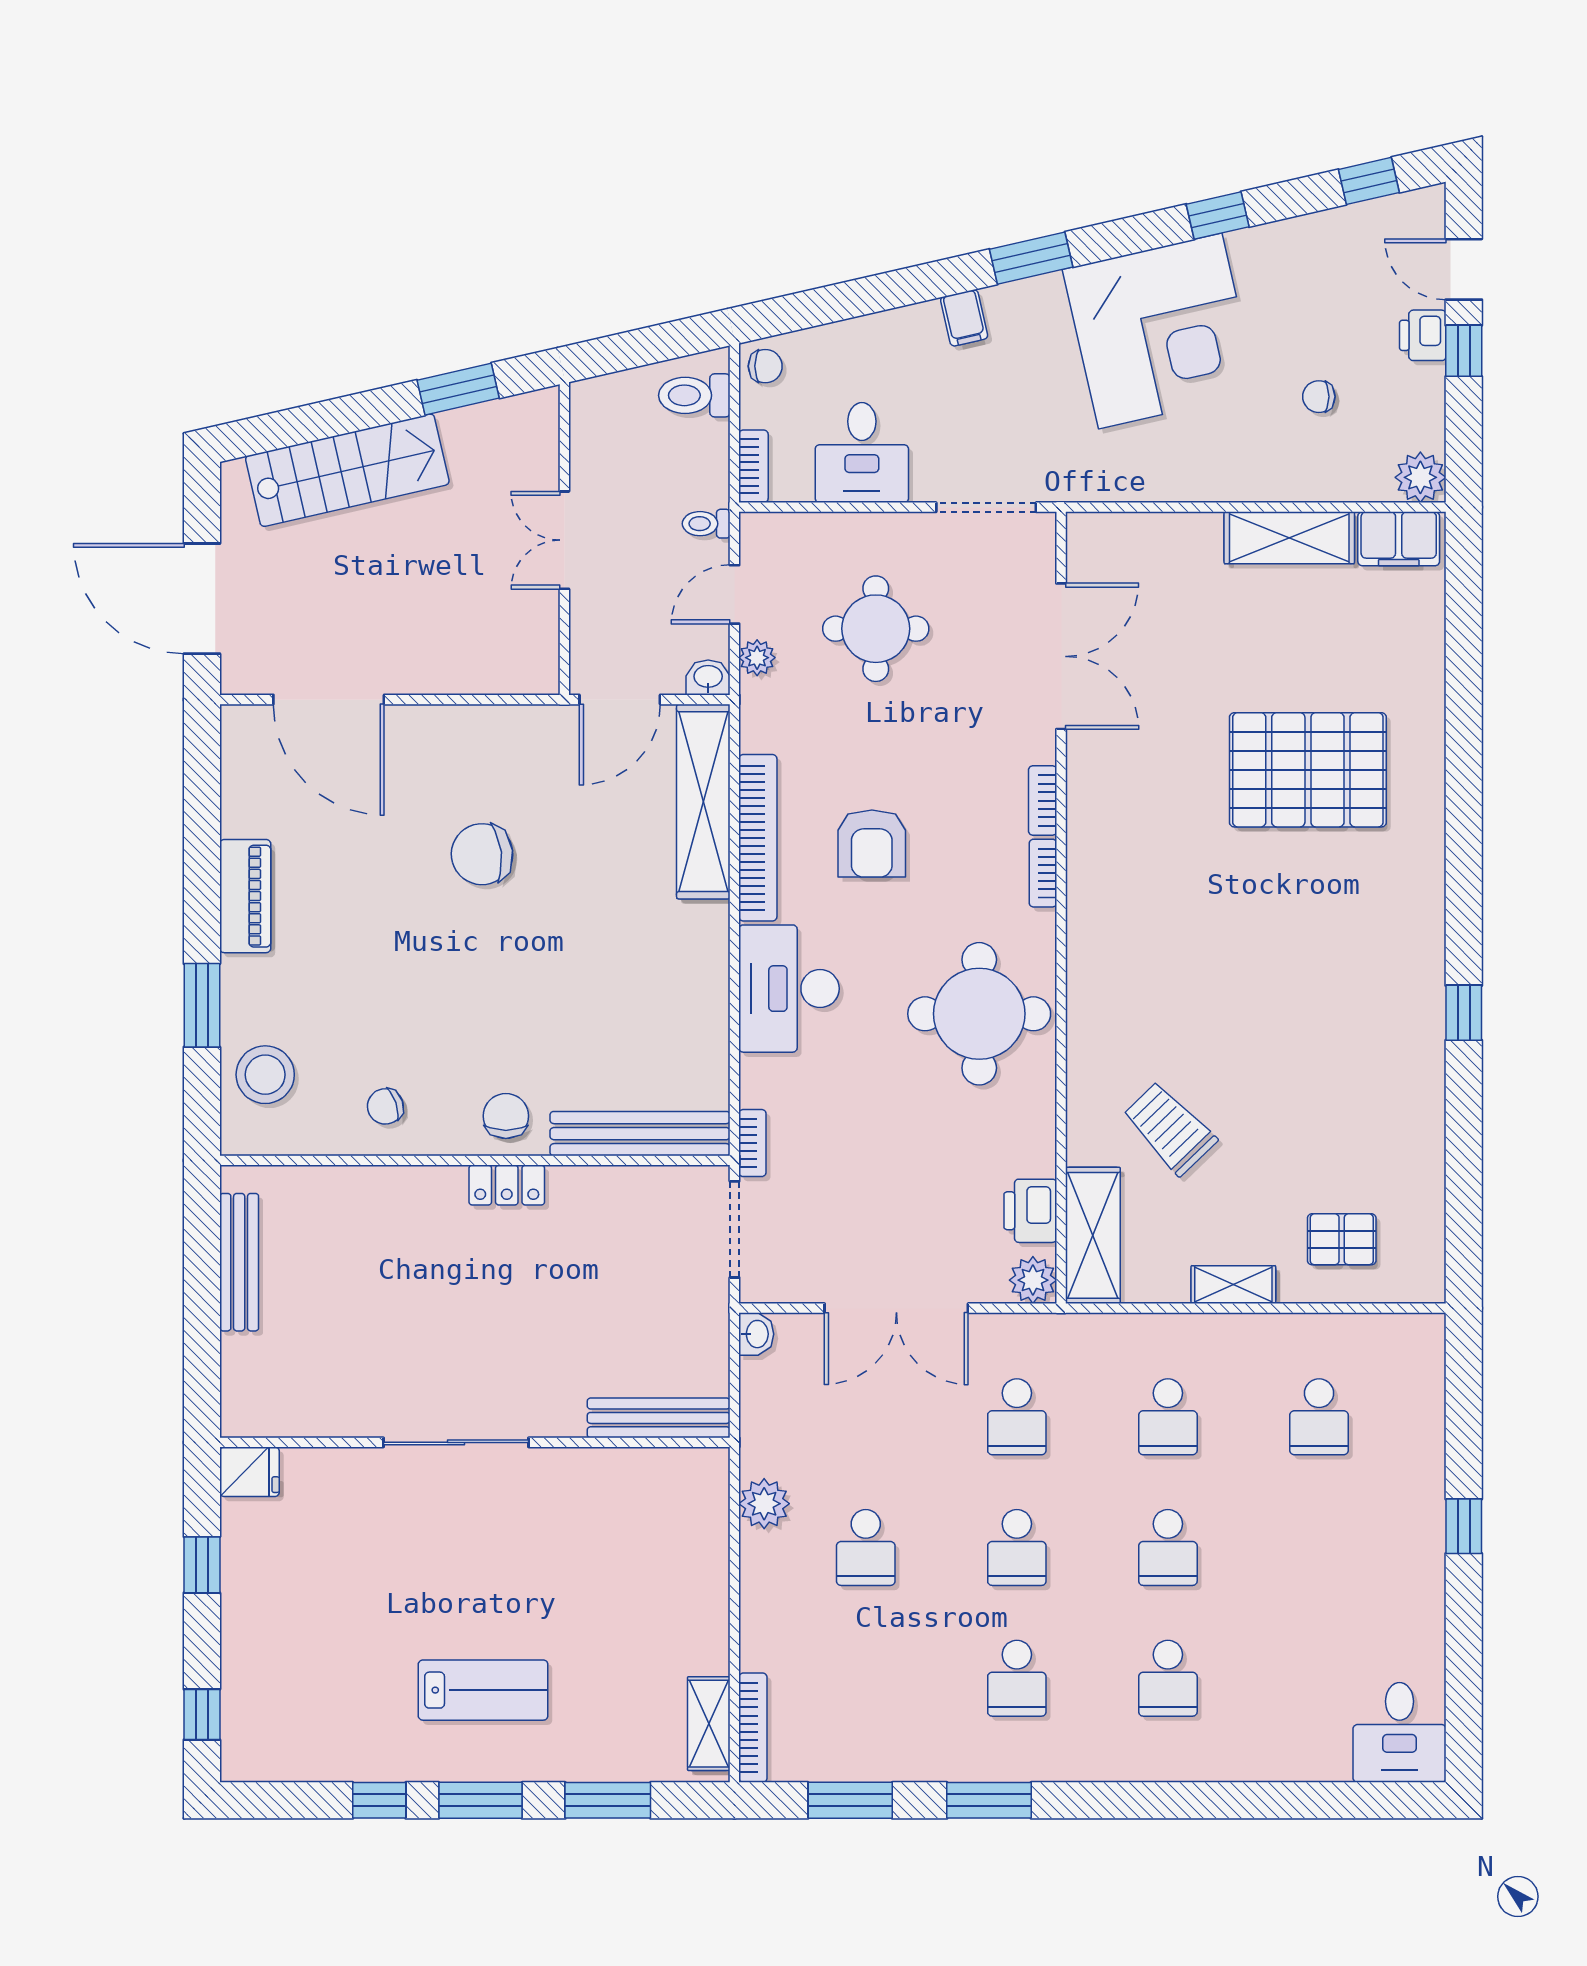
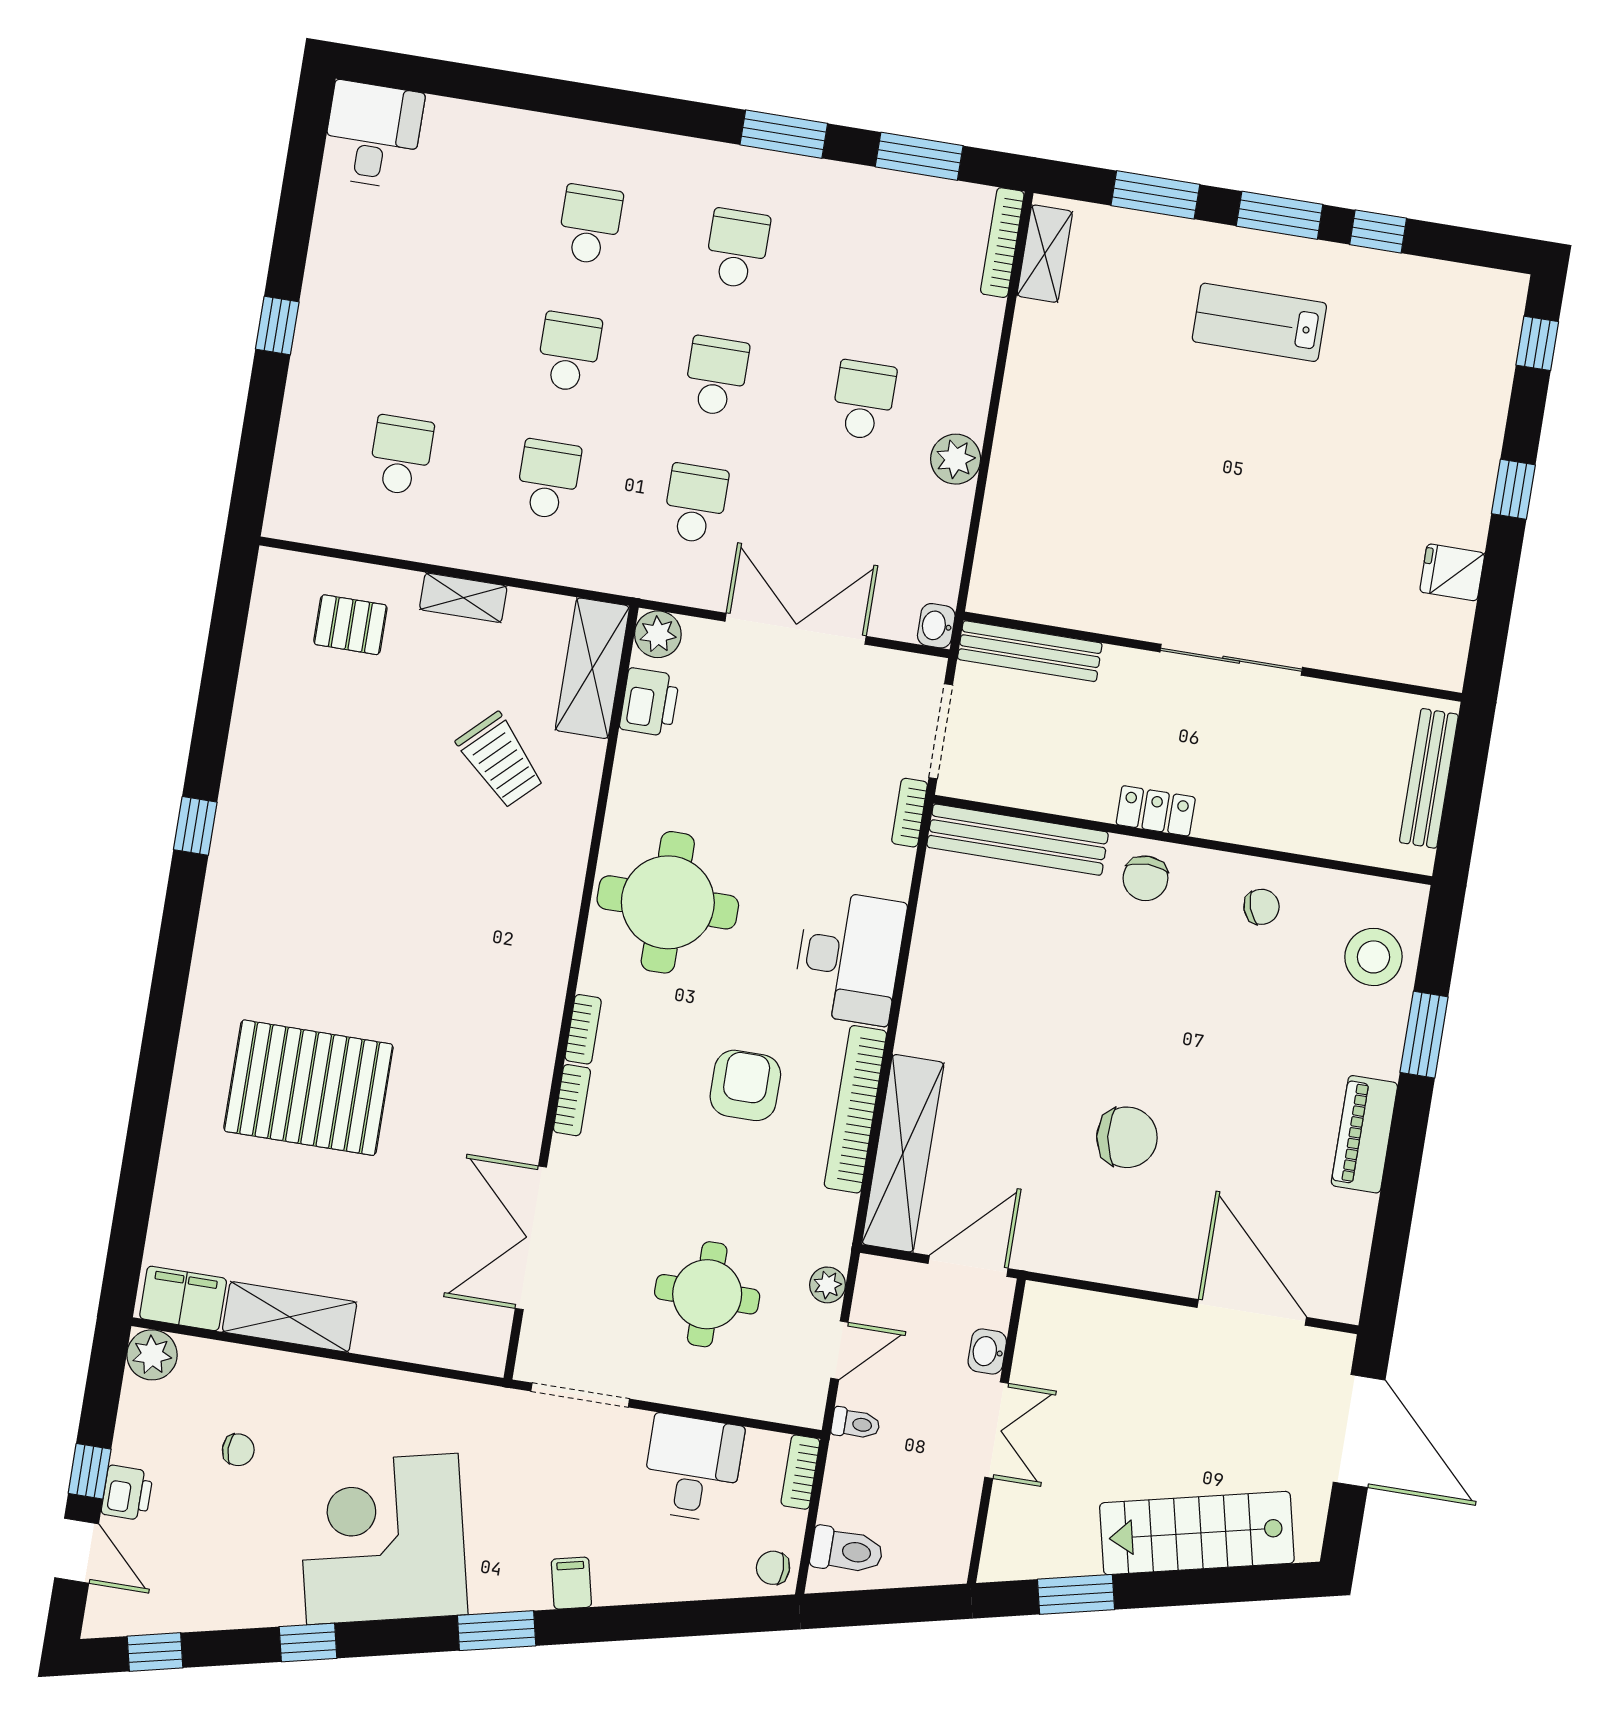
washbasin: (708, 677) -> (987, 1352), moved, turned 90
bench: (659, 1418) -> (1030, 651), moved
sliding door: (456, 1442) -> (1231, 660), moved
wall: (475, 1442) -> (1213, 657), moved

